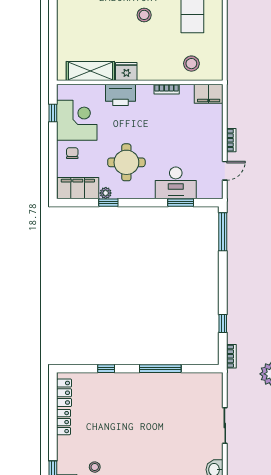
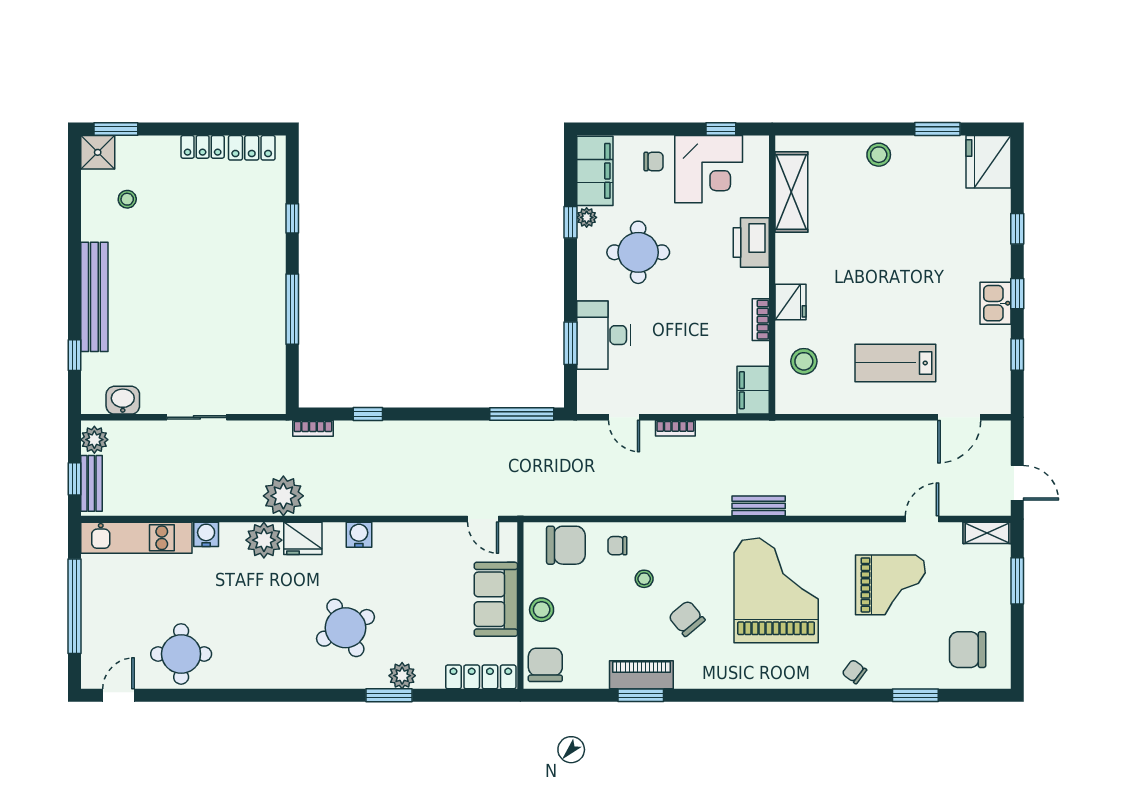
stool: (144, 15) -> (879, 155), moved
fridge: (126, 71) -> (791, 302), moved

